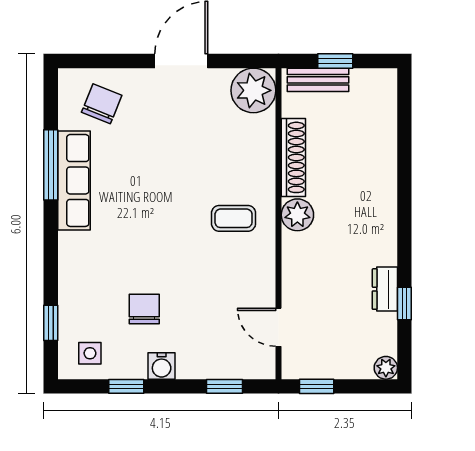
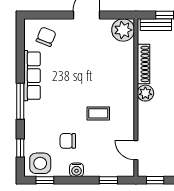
window: (51, 165) -> (20, 101), moved
coffee table: (234, 218) -> (98, 113), moved
chair: (144, 309) -> (68, 141), turned -90
side table: (90, 353) -> (40, 163), width x1.87, depth x1.87
window: (126, 386) -> (45, 180), moved

